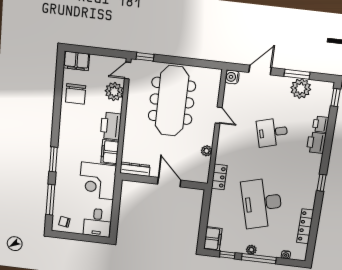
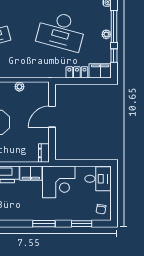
dresser: (135, 169) -> (44, 153), width x0.70
locker: (219, 177) -> (77, 72), moved
window: (50, 200) -> (82, 224), width x0.69
desk: (262, 203) -> (61, 31), turned 30

